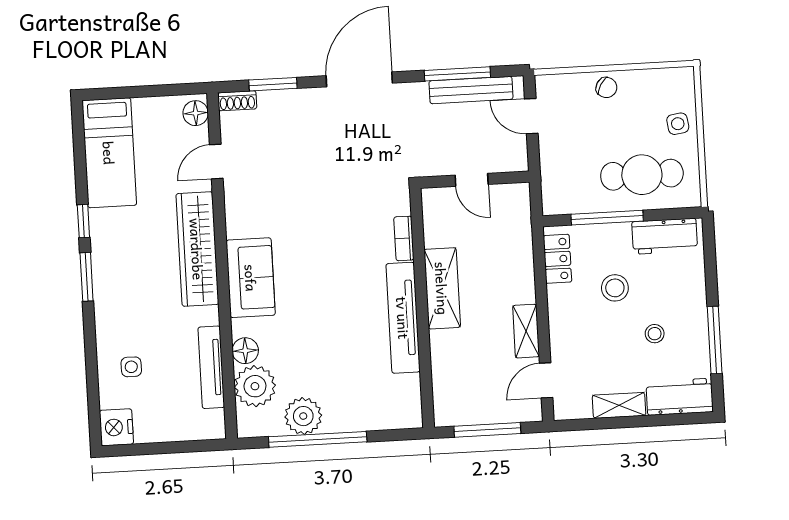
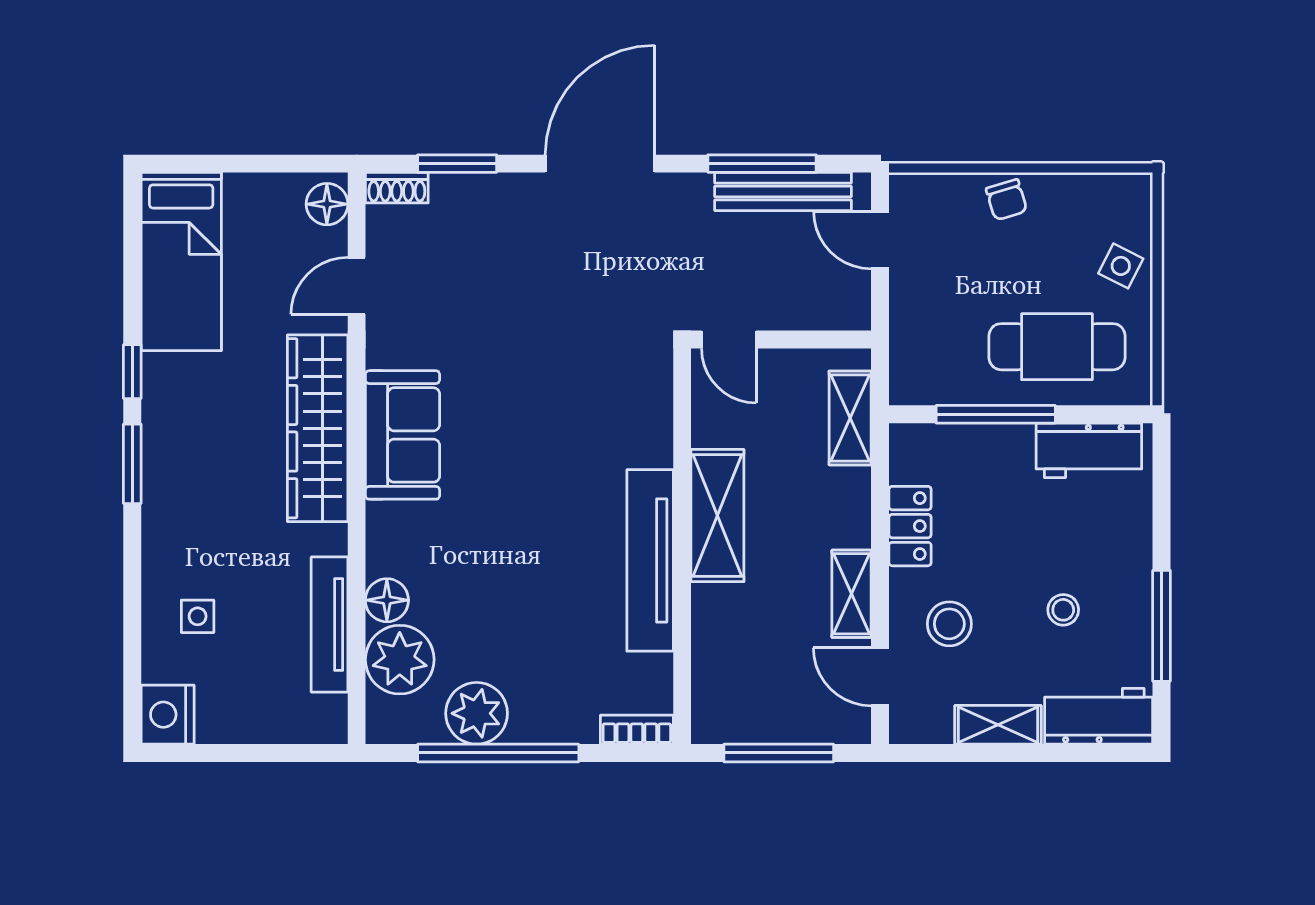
chair: (606, 88) -> (1007, 200), turned 43
side table: (678, 124) -> (1121, 266), turned 35
door: (472, 180) -> (729, 339), moved
shelving: (519, 225) -> (850, 418), added
bookcase: (404, 238) -> (637, 730), moved, turned 90
locker: (557, 259) -> (910, 526), moved
sofa: (251, 278) -> (403, 435), moved
stool: (615, 288) -> (949, 624), moved
door: (546, 380) -> (880, 677), hinge flipped

